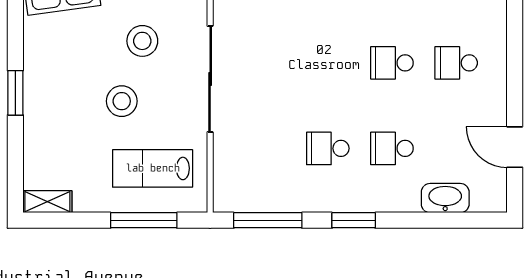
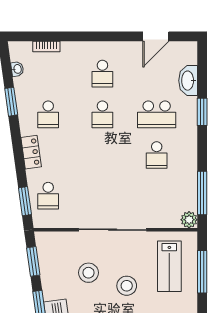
school desk: (392, 148) -> (157, 114), width x1.85
plant: (226, 199) -> (189, 220), added
window: (354, 220) -> (202, 112), moved

